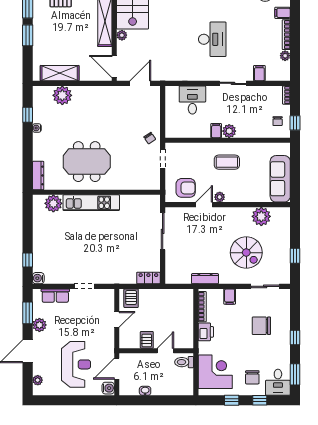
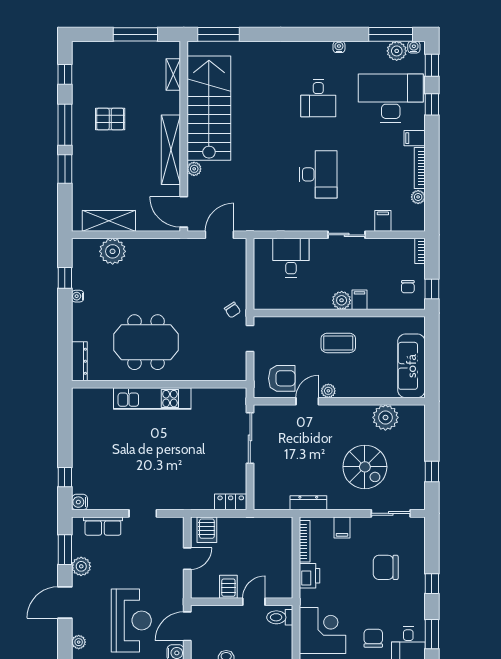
filing cabinet: (216, 131) -> (359, 300), moved
plant: (53, 203) -> (100, 400), removed
chair: (252, 377) -> (373, 638), turned 180

